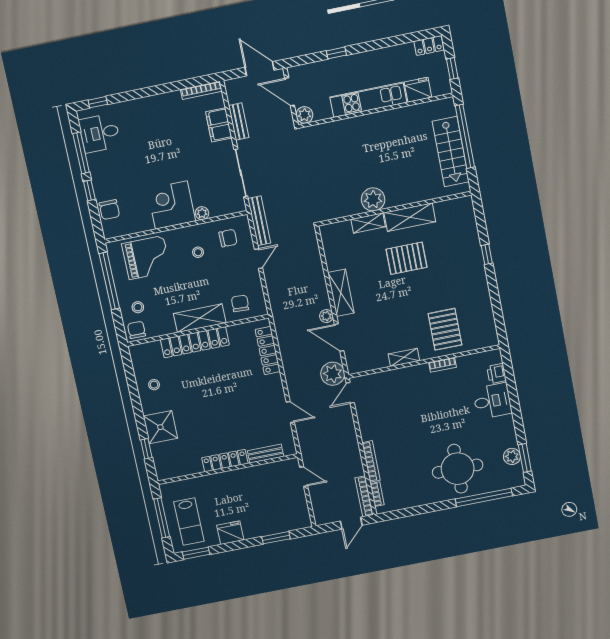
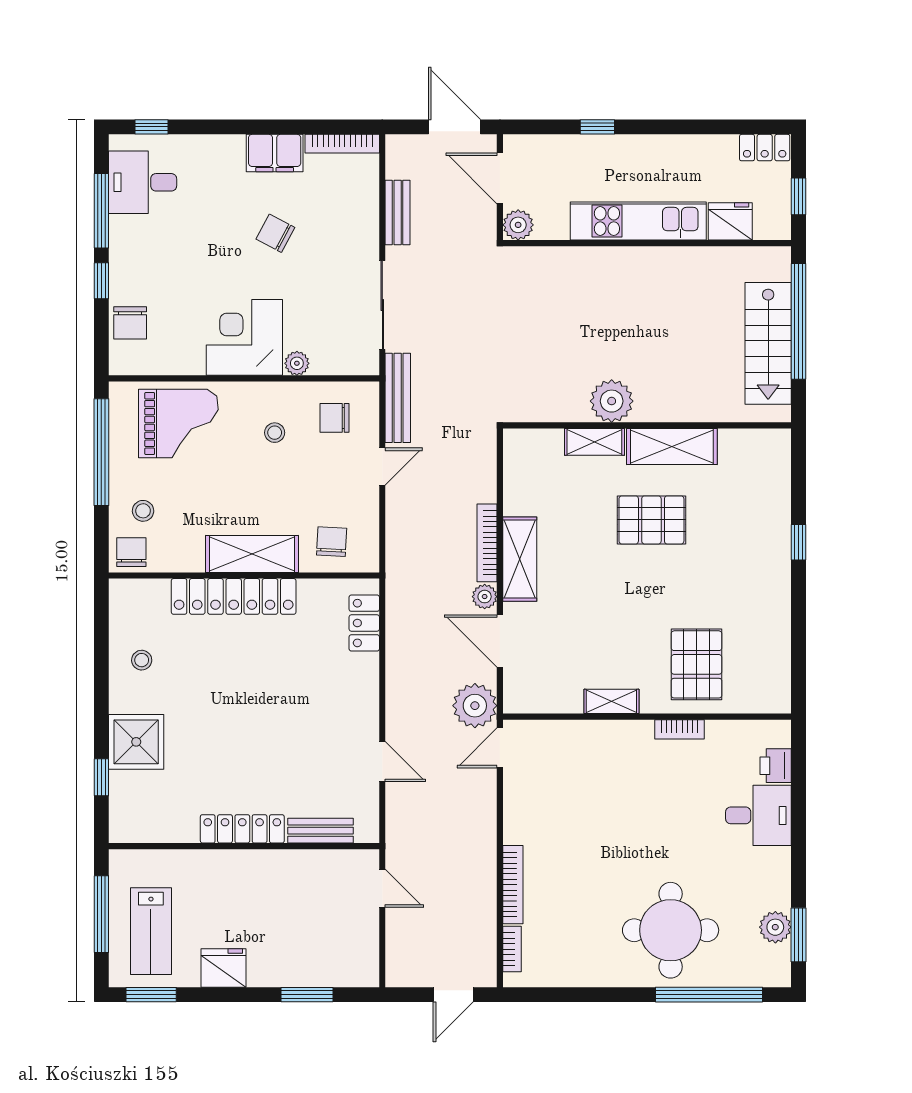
filing cabinet: (219, 125) -> (275, 153), moved, turned -90
chair: (176, 146) -> (275, 233), added
chair: (228, 238) -> (335, 418), turned 180
locker: (268, 351) -> (364, 623), width x0.66
bookcase: (364, 496) -> (487, 543), moved

